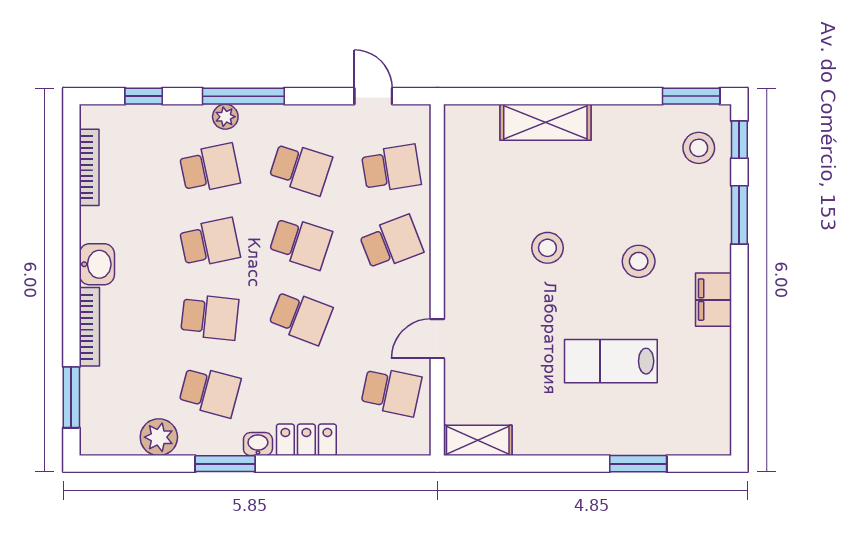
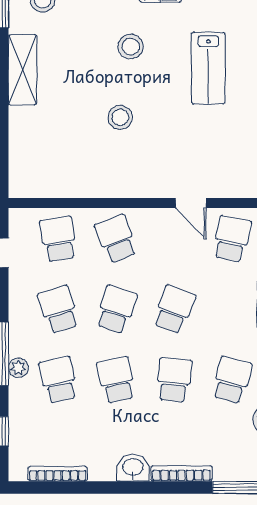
shelving: (545, 122) -> (23, 70), moved
school desk: (300, 168) -> (58, 309), turned -36

